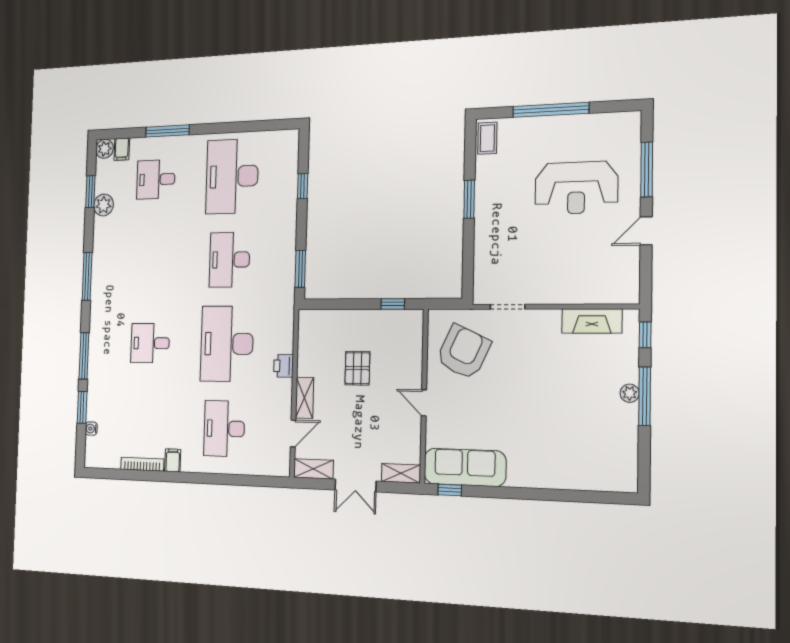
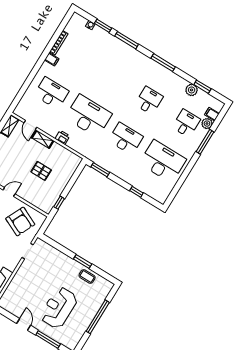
coffee table: (487, 138) -> (87, 276), moved
plant: (105, 149) -> (207, 124), moved
desk: (150, 343) -> (149, 101), moved

